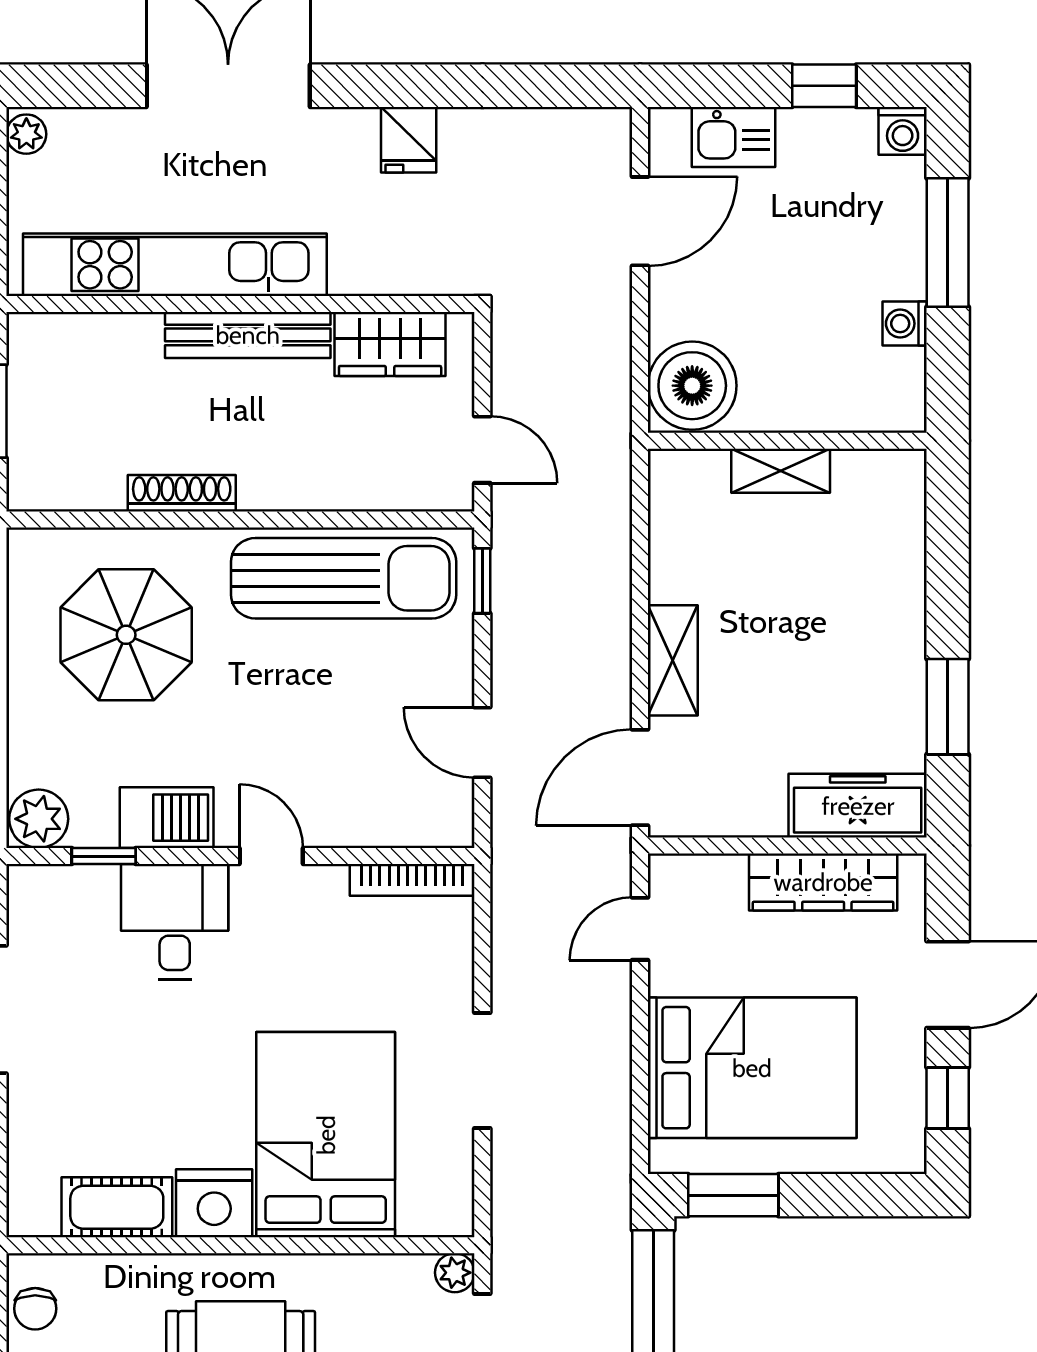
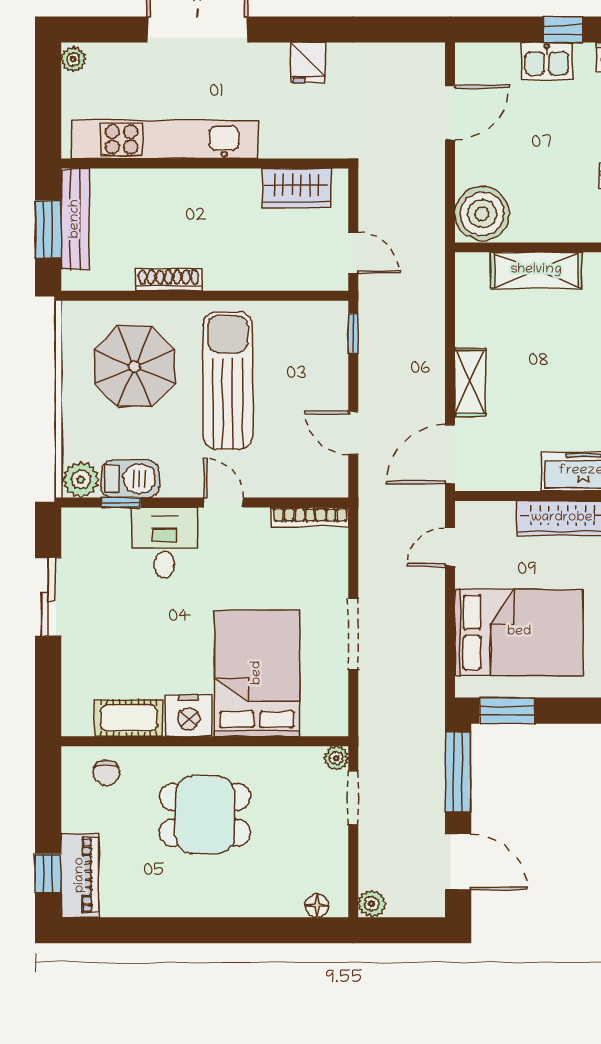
kitchen sink: (733, 137) -> (547, 61), moved
bench: (248, 335) -> (75, 219), moved, turned 90
shelving: (781, 471) -> (536, 270), width x1.50, depth x1.33
sun lounger: (344, 578) -> (228, 381), moved, turned -90
barbecue: (167, 818) -> (130, 479), moved
chair: (35, 1309) -> (106, 772), moved

